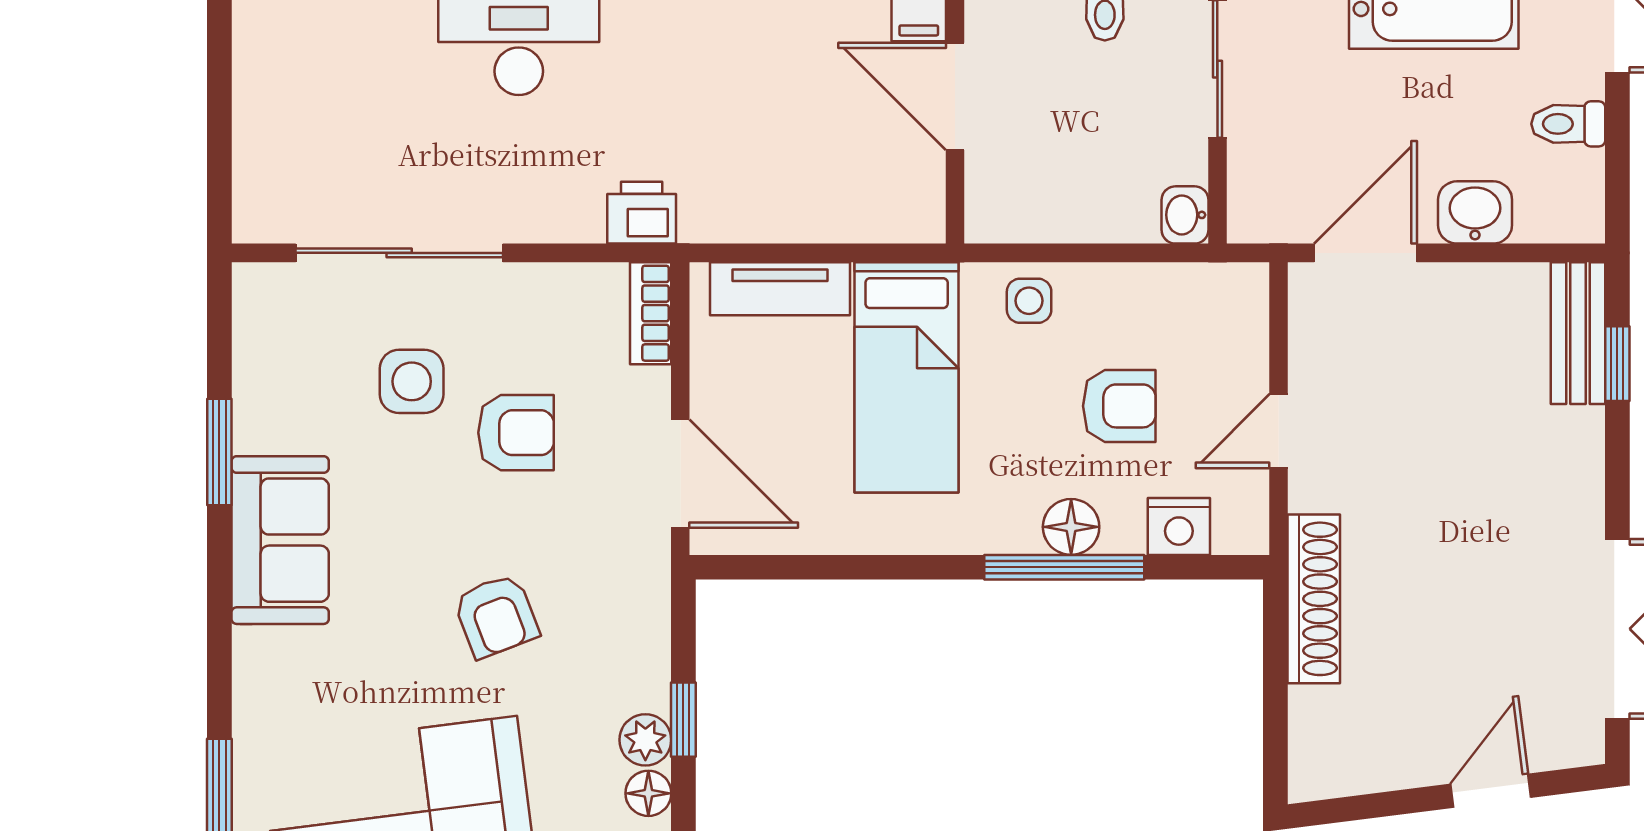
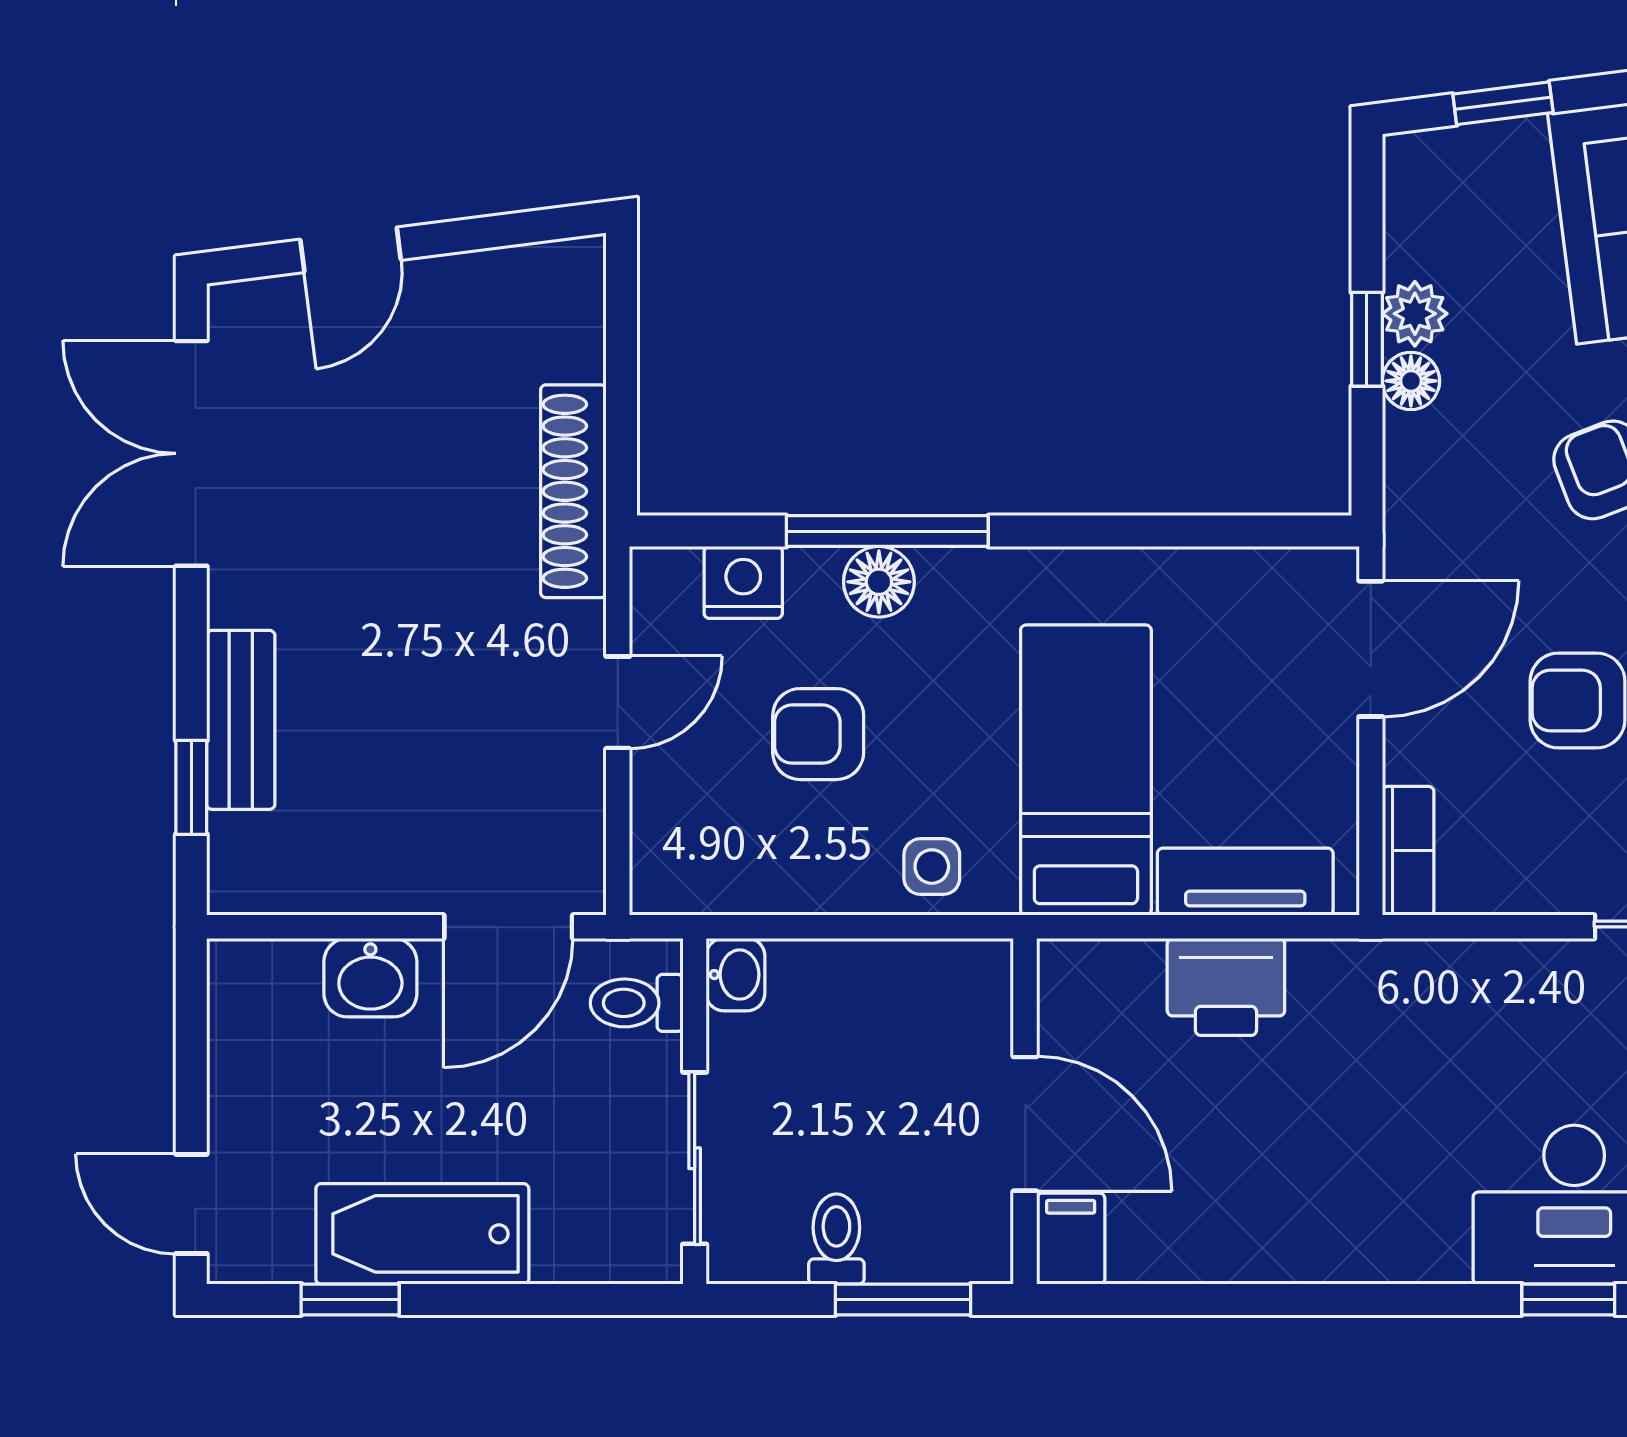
toilet: (1568, 124) -> (637, 1003), moved, turned 180
printer: (642, 213) -> (1226, 987), moved, width x1.36, depth x1.24
bench: (1578, 333) -> (241, 720), moved
door: (680, 474) -> (1371, 649), swing flipped
floor lamp: (648, 793) -> (1411, 381), moved

